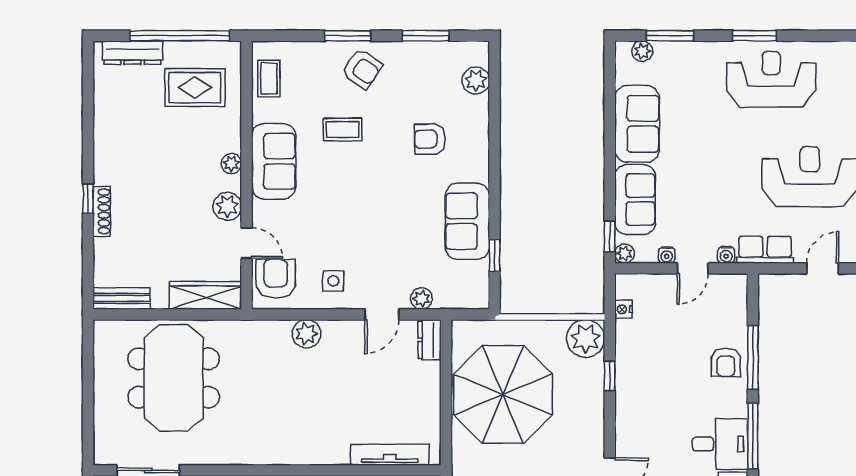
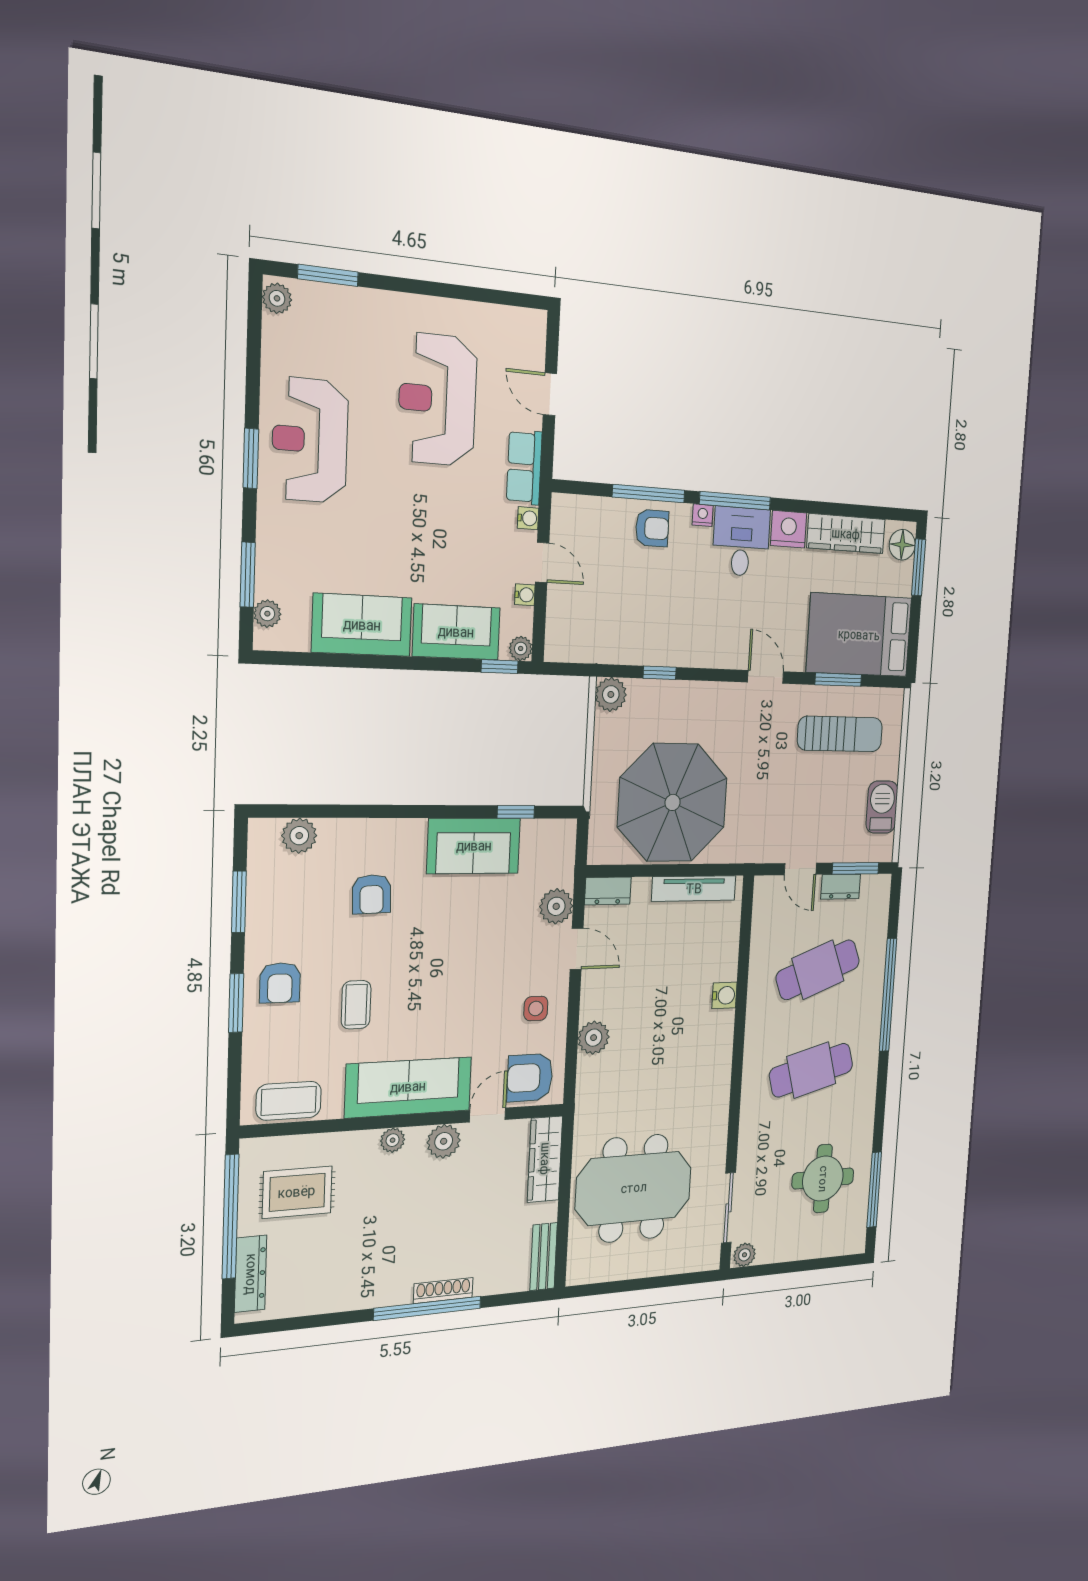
armchair: (362, 69) -> (280, 983), turned 145
coffee table: (269, 78) -> (289, 1101), width x1.36, depth x1.30
rug: (195, 88) -> (297, 1192), turned 90
sofa: (274, 161) -> (408, 1087), width x1.36
window: (88, 198) -> (428, 1308), width x3.17
plant: (421, 299) -> (556, 906), width x1.38, depth x1.38
nightstand: (623, 309) -> (703, 515), moved, turned 180
plant: (586, 338) -> (611, 694), width x0.73, depth x0.73
water cooler: (338, 454) -> (724, 995), added
tv unit: (390, 455) -> (694, 889), moved, turned -90

